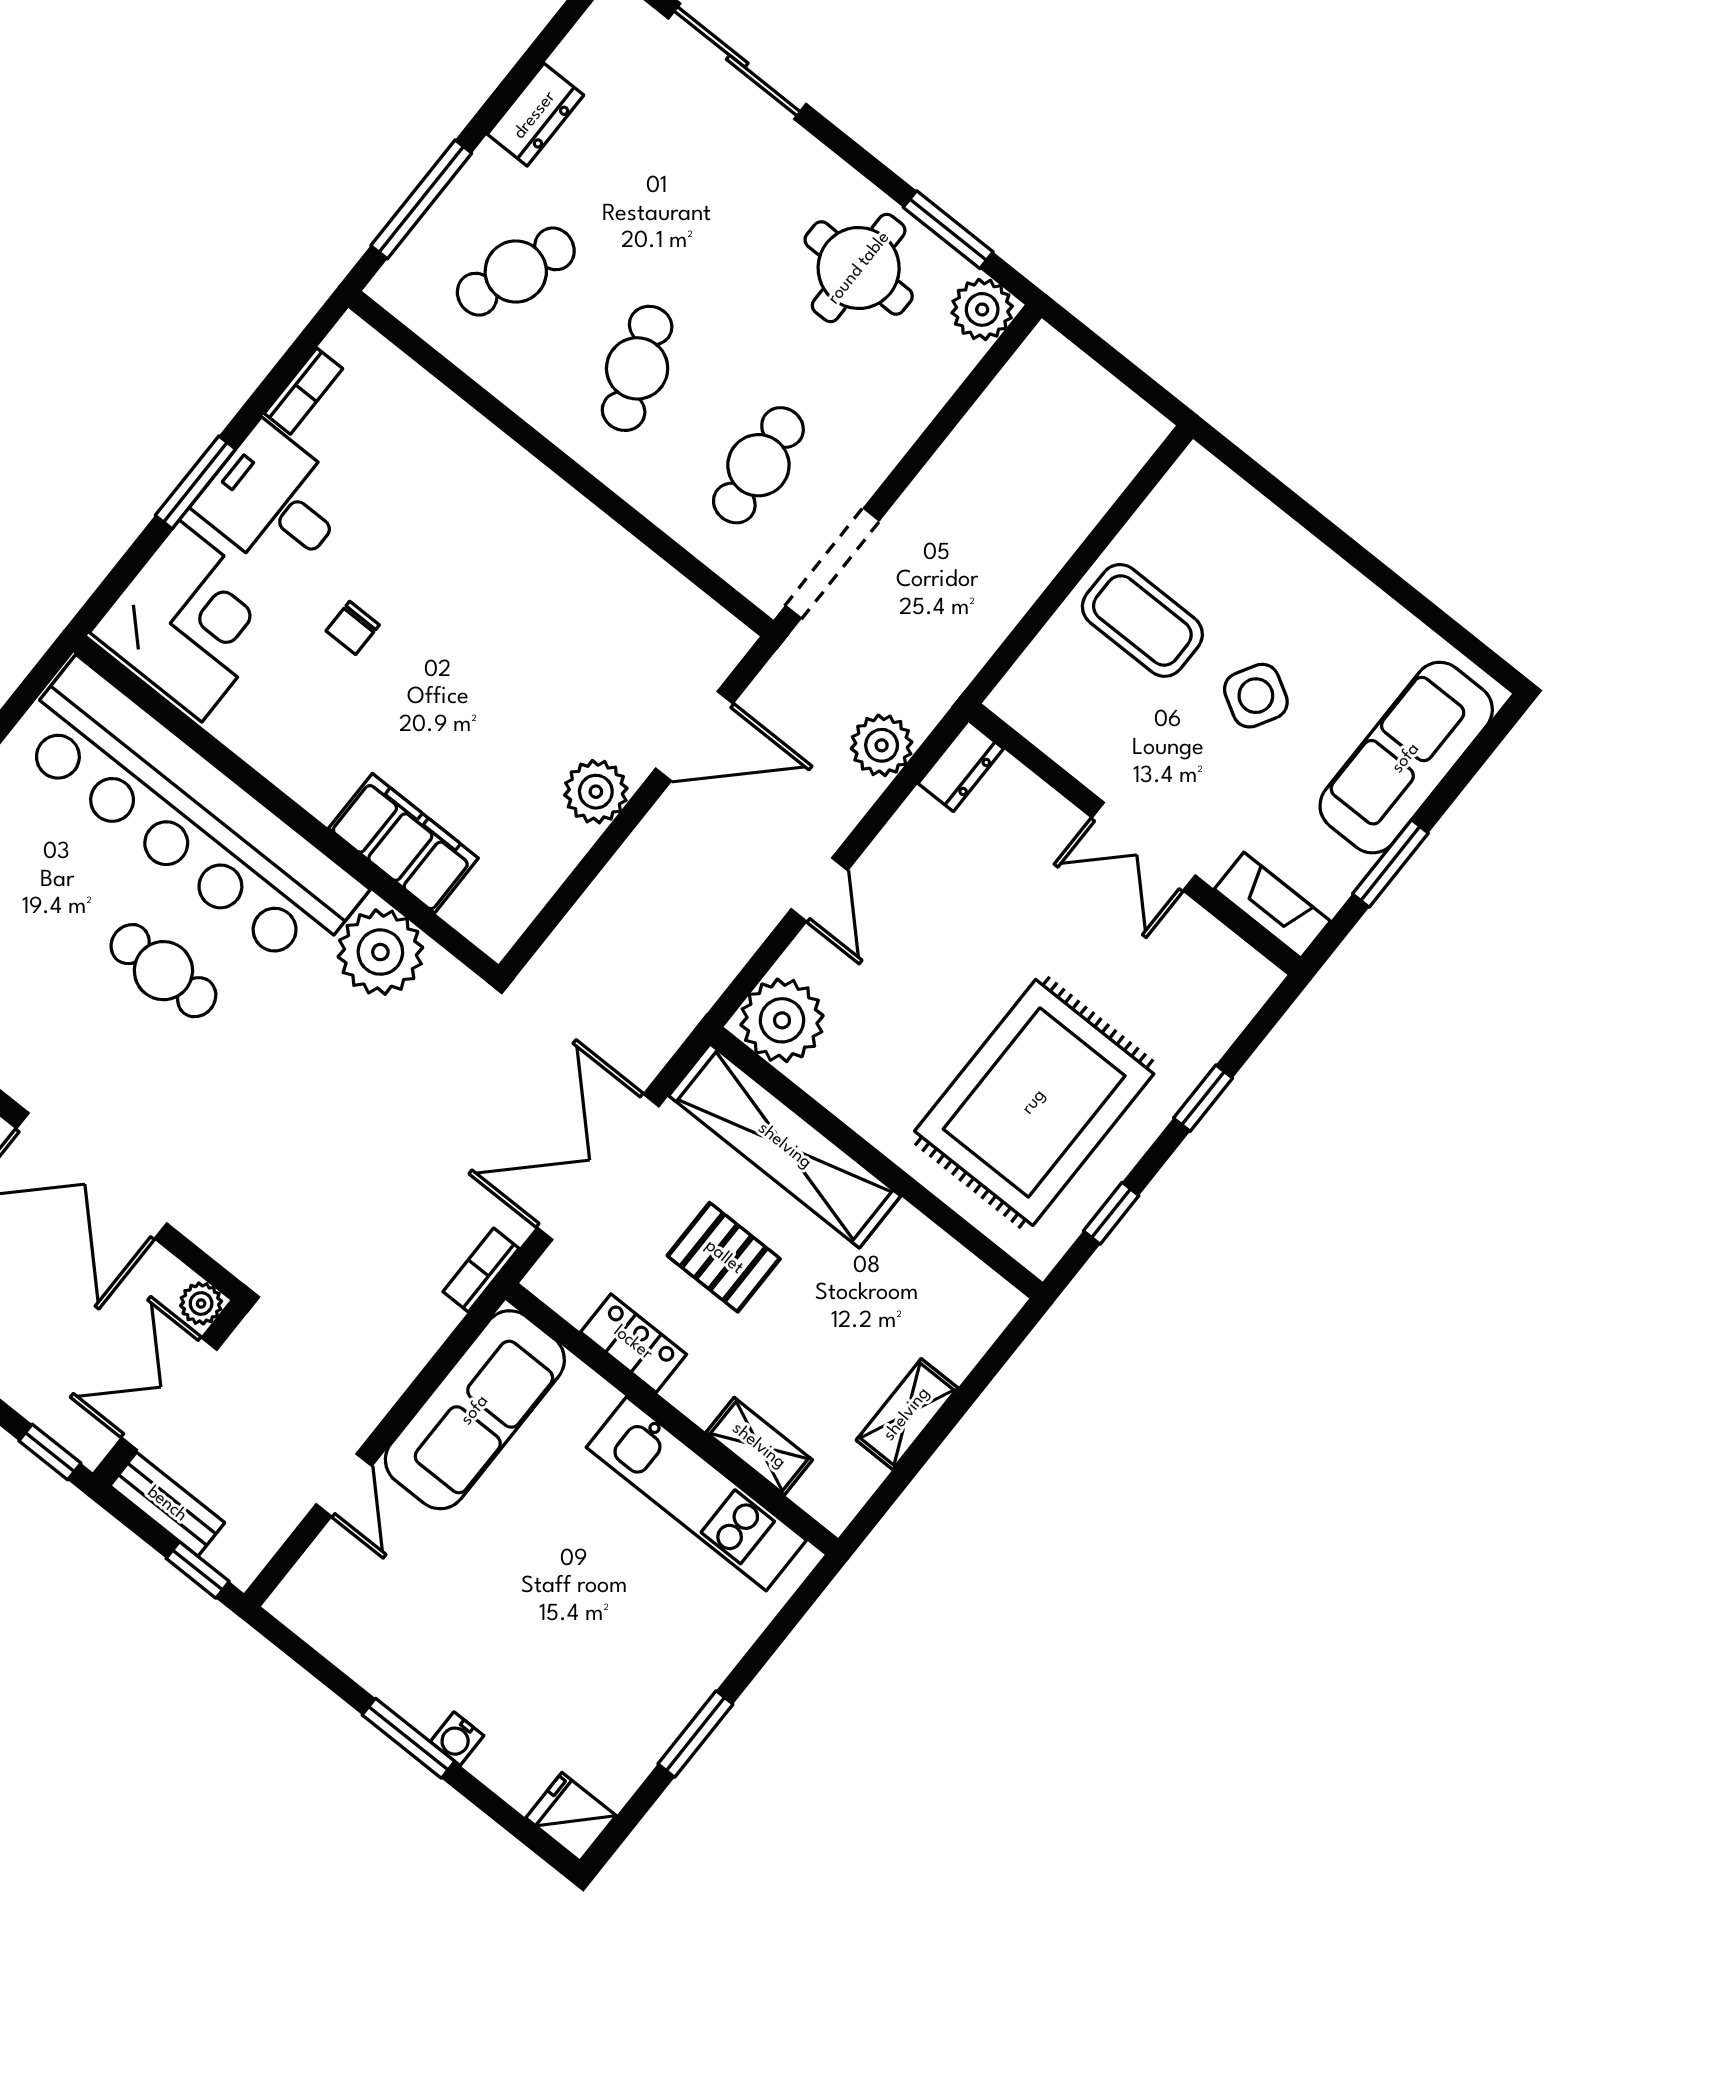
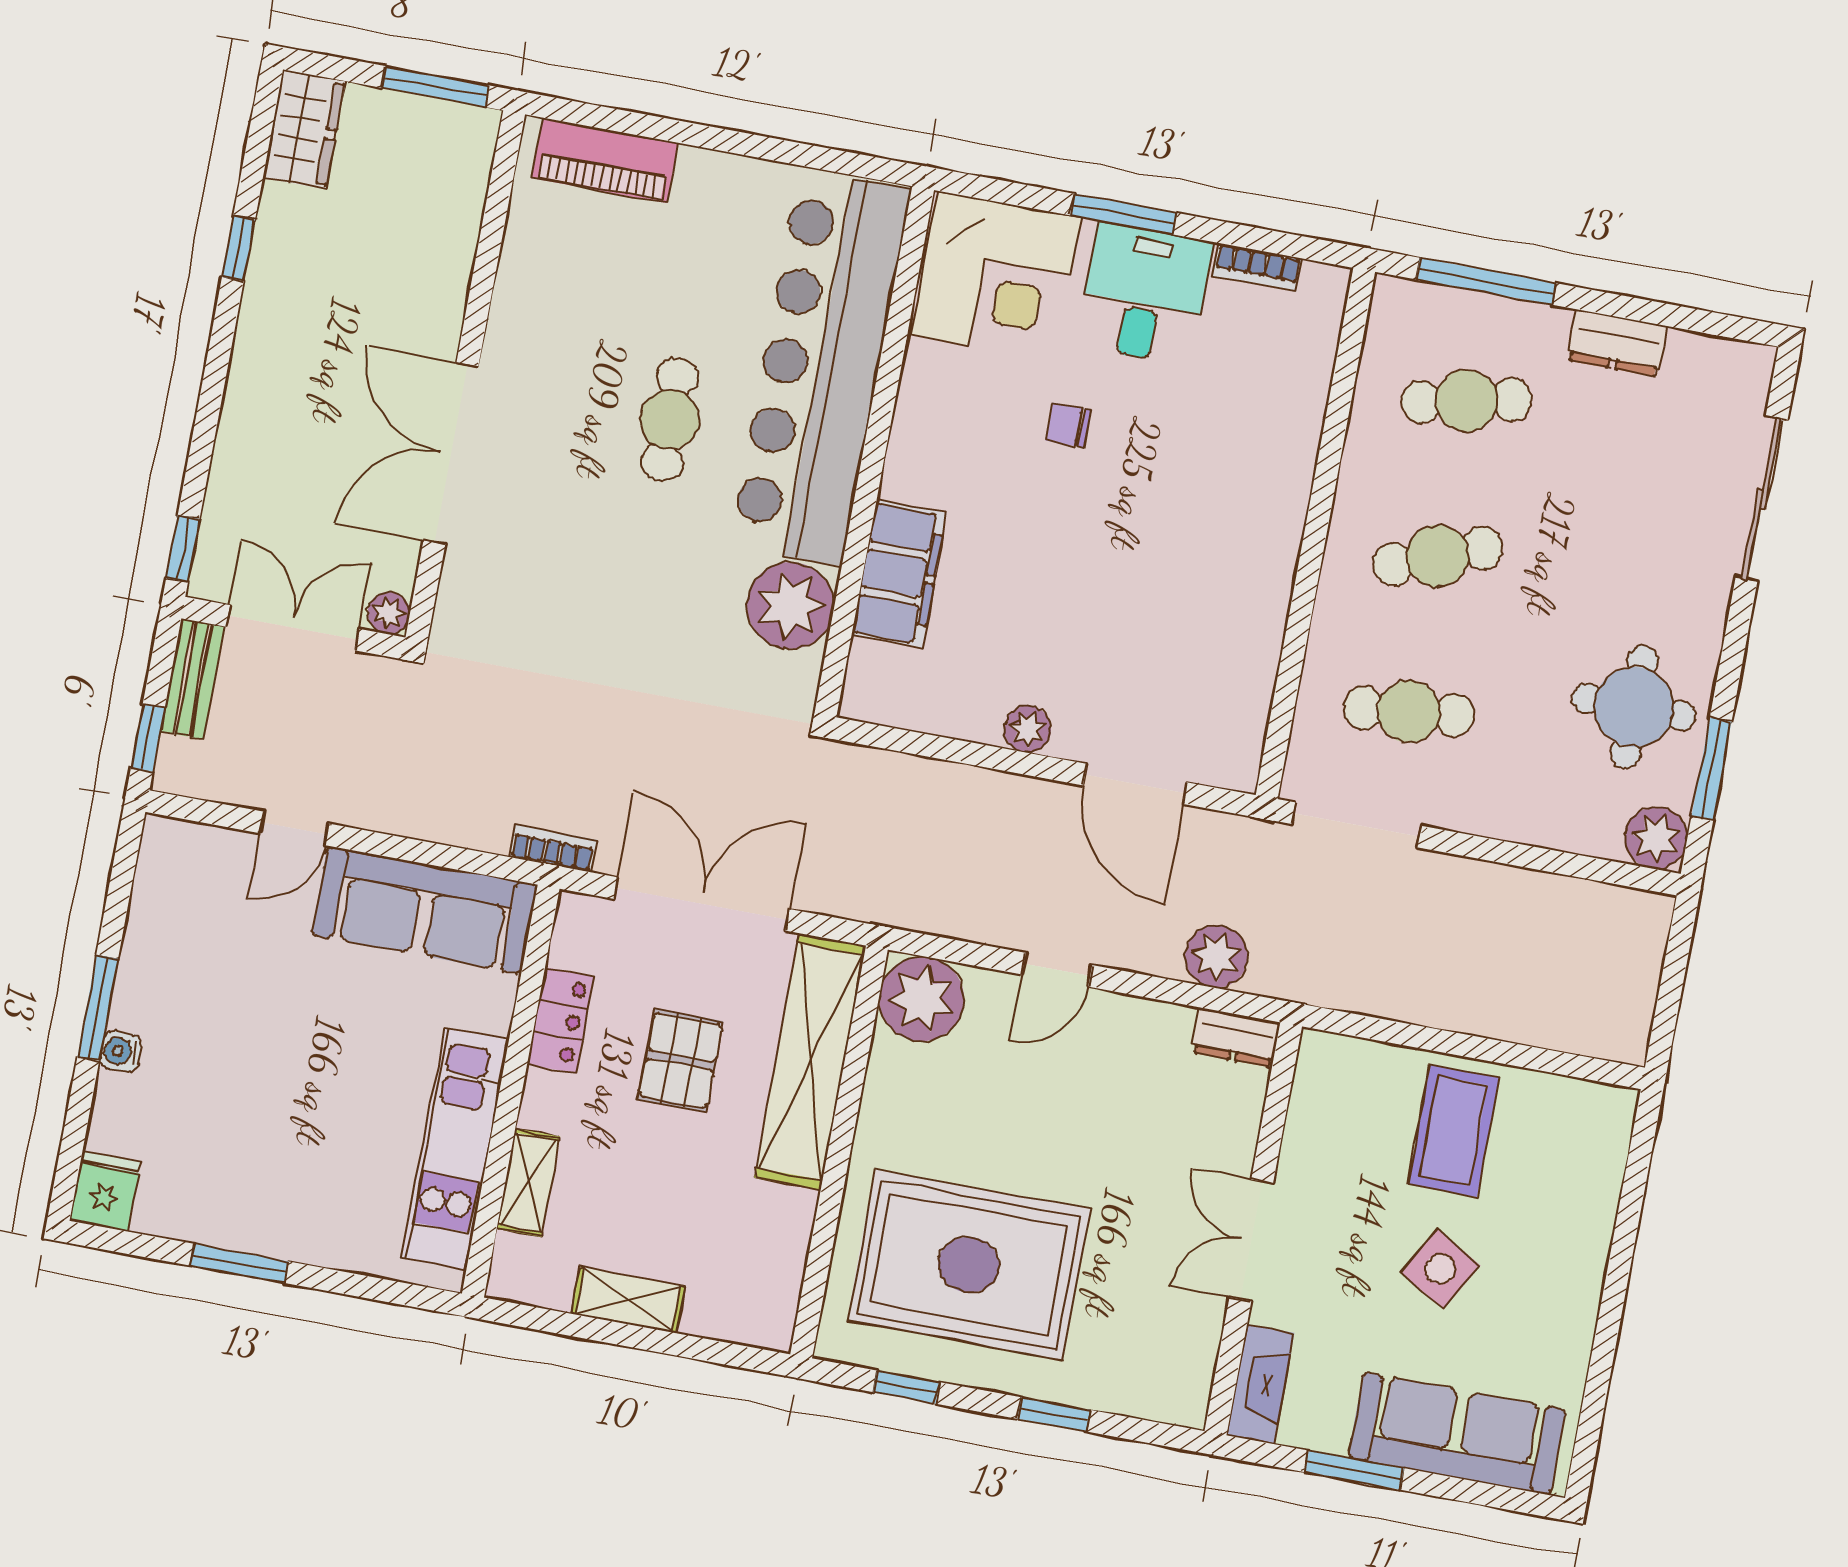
cafe table: (516, 272) -> (1466, 401), turned -33
plant: (596, 792) -> (1028, 729), width x0.73, depth x0.73

